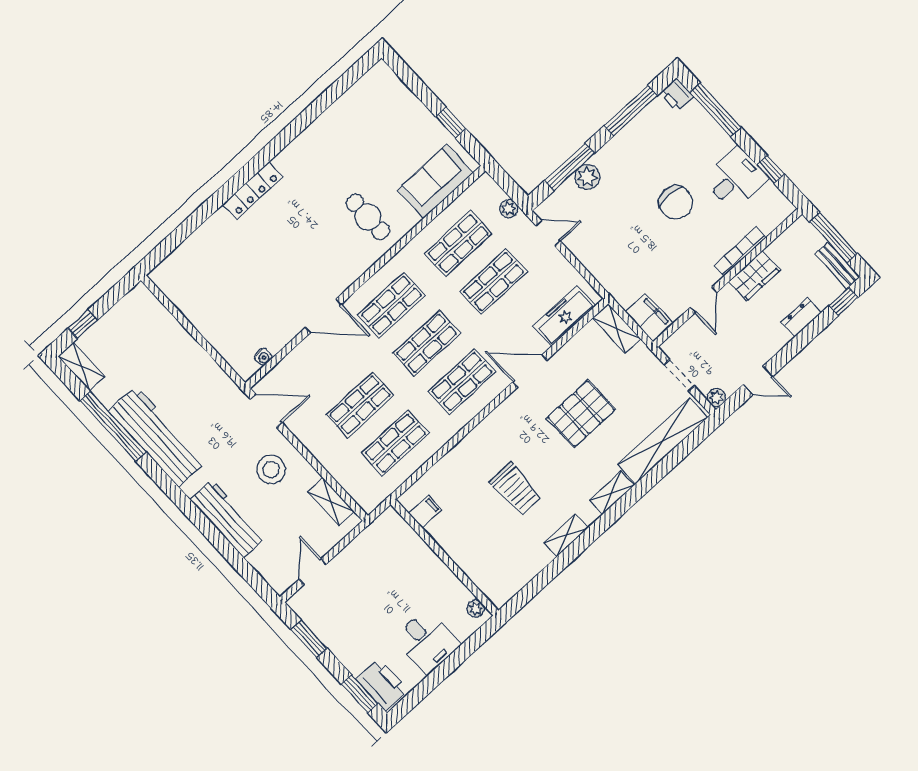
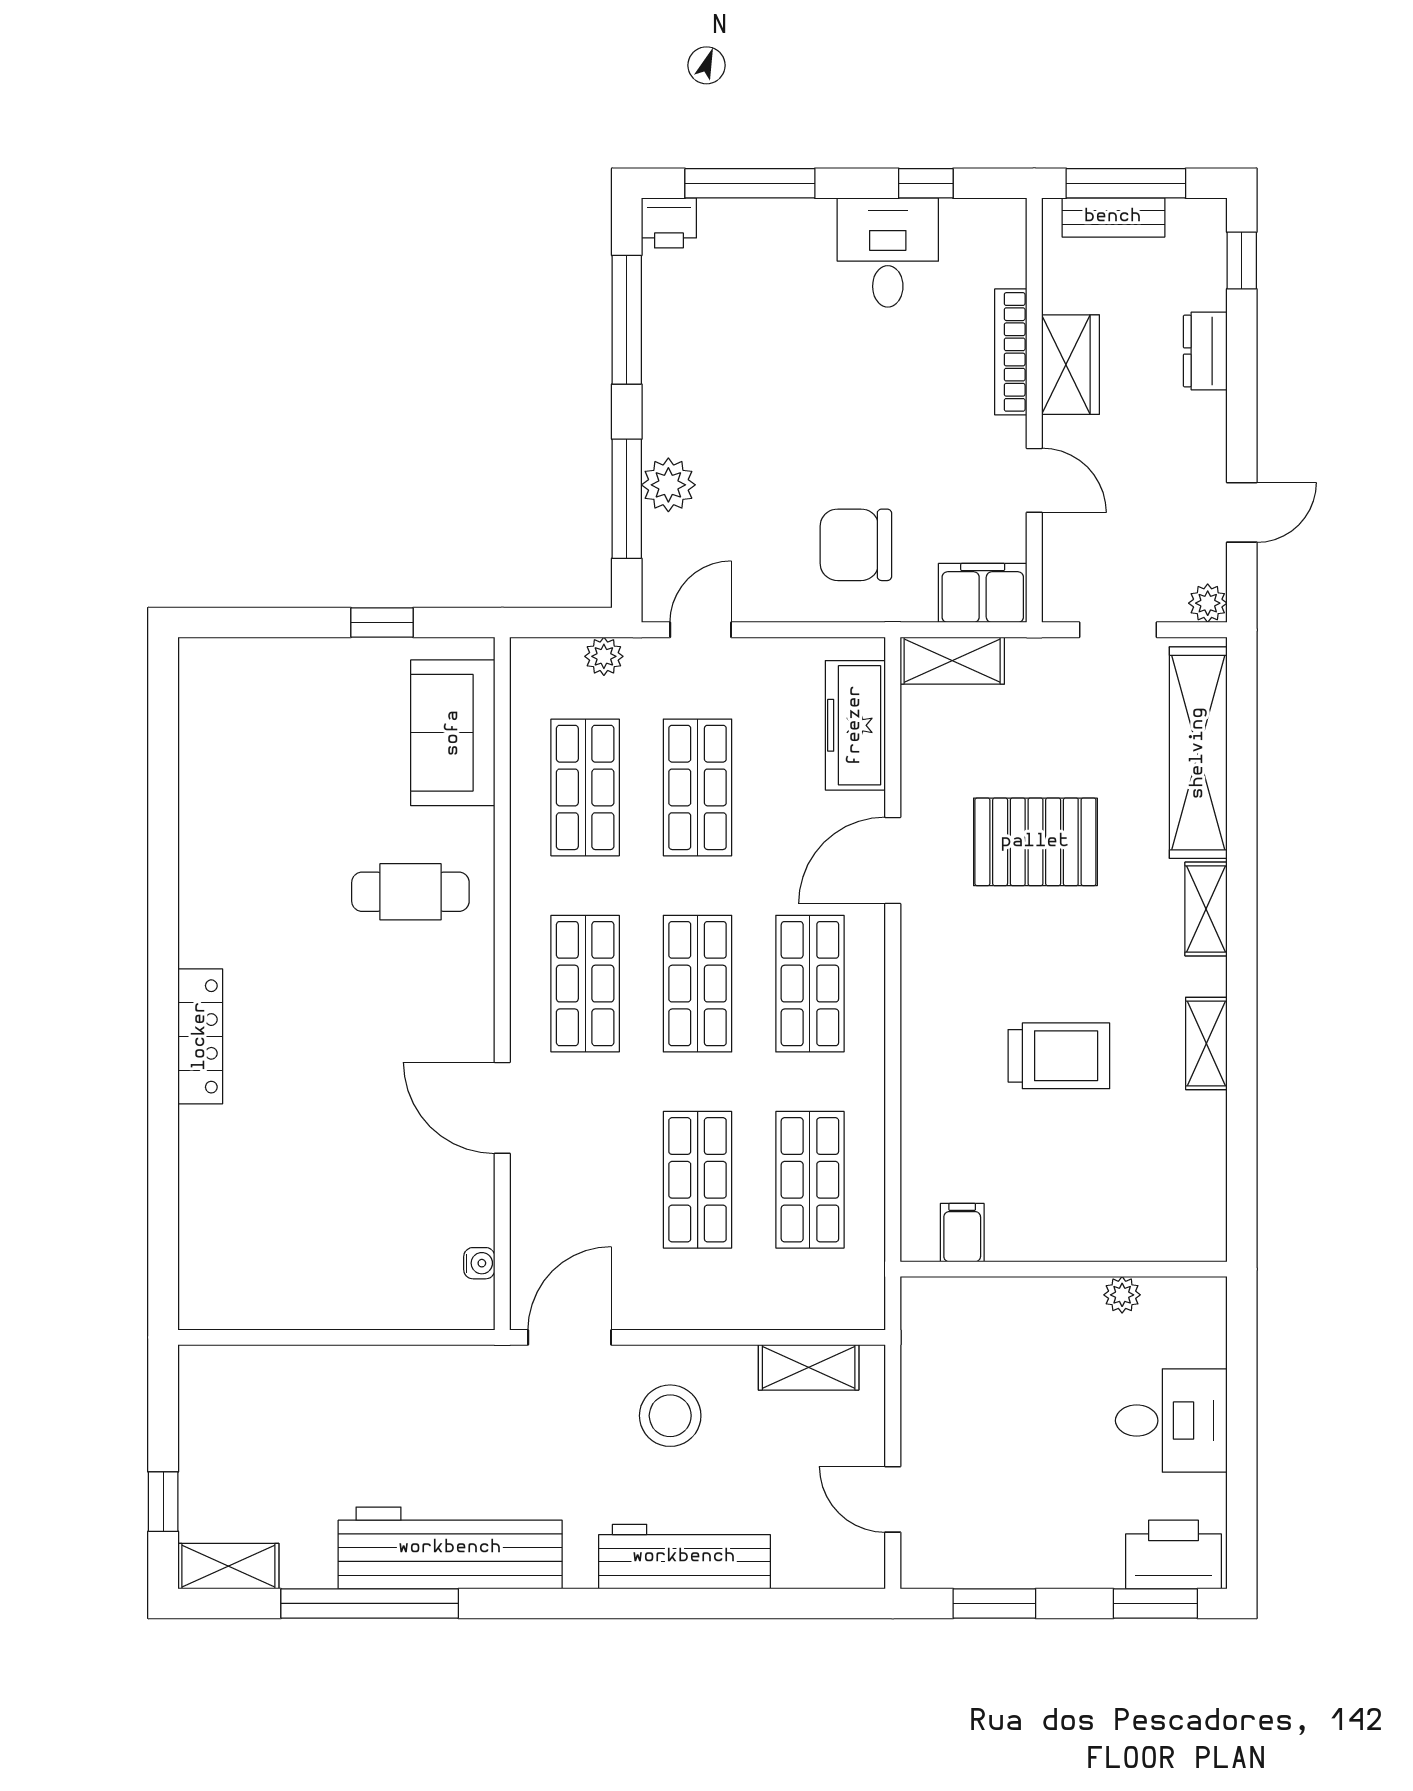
chair: (675, 202) -> (856, 545), moved, turned 180
bench: (837, 265) -> (1113, 217), moved
door: (323, 316) -> (502, 1108), swing flipped
pallet: (581, 414) -> (1035, 842), turned 90
plant: (476, 609) -> (1122, 1295), moved

